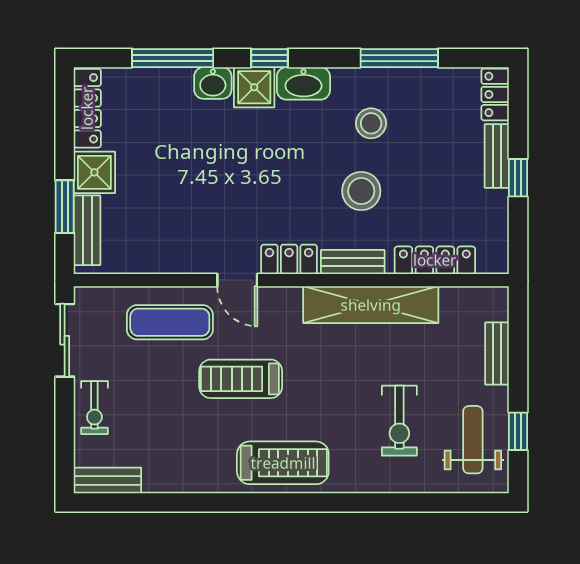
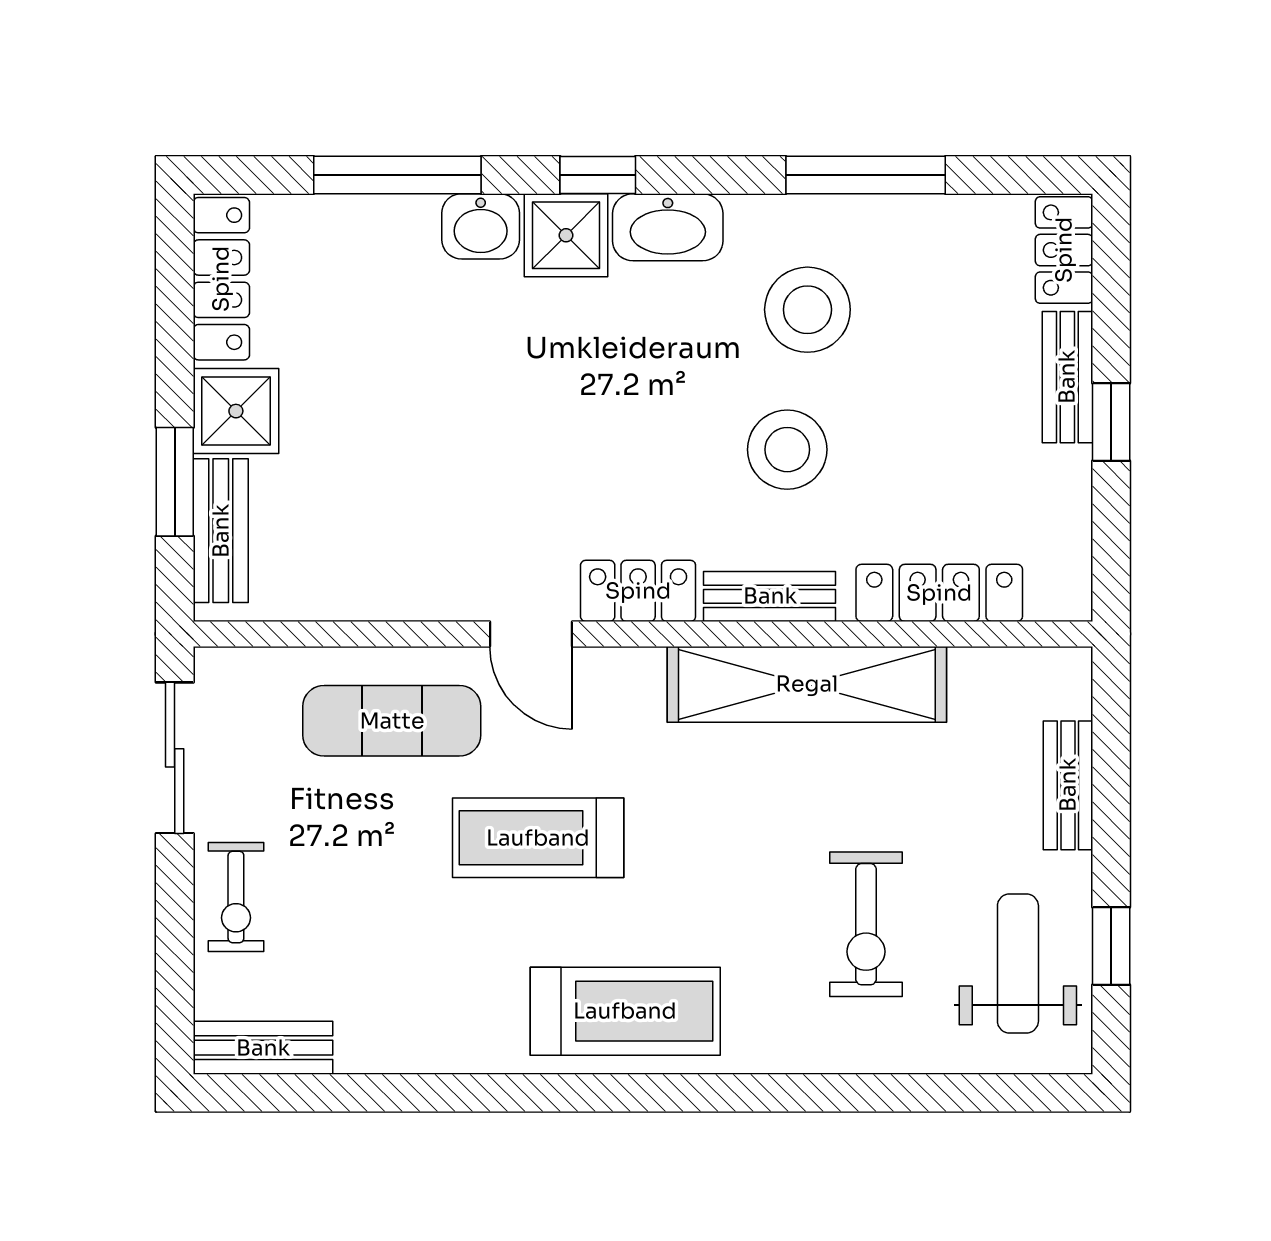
stool: (371, 123) -> (807, 310), width x1.38, depth x1.38

